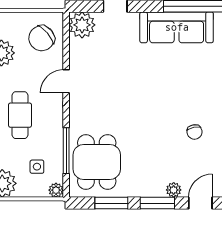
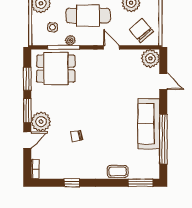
cafe table: (20, 115) -> (88, 16), width x1.37, depth x1.35
plant: (56, 190) -> (70, 40), moved
plant: (174, 190) -> (41, 122), width x1.87, depth x1.87
door: (200, 203) -> (27, 140), hinge flipped

